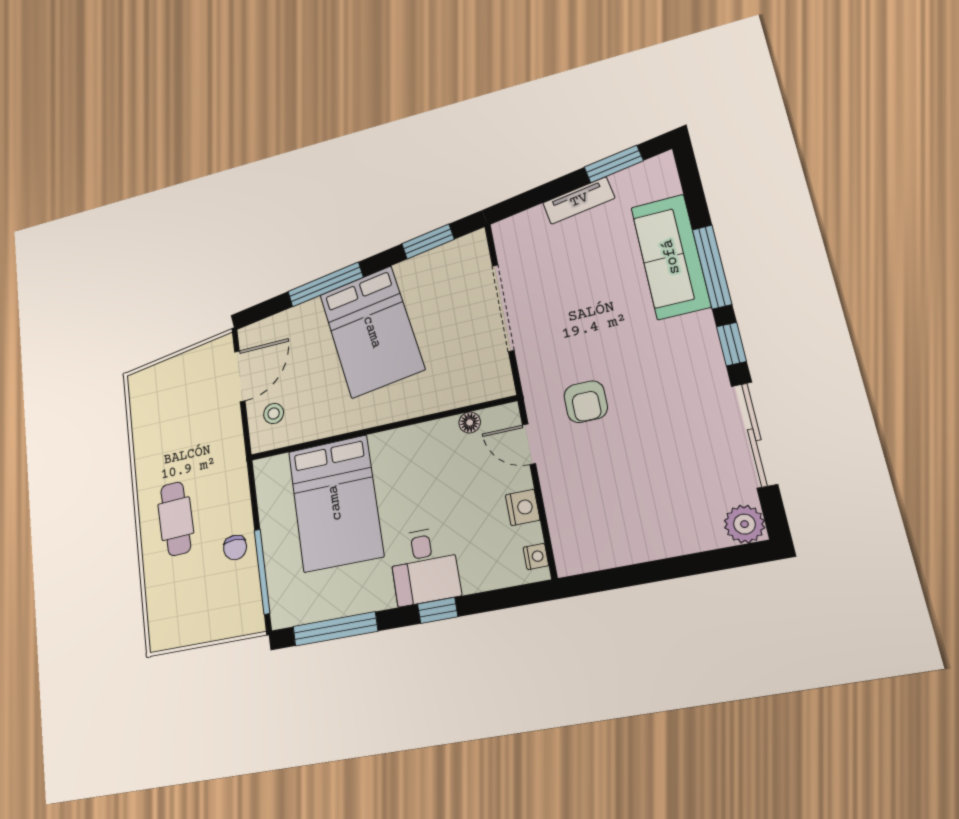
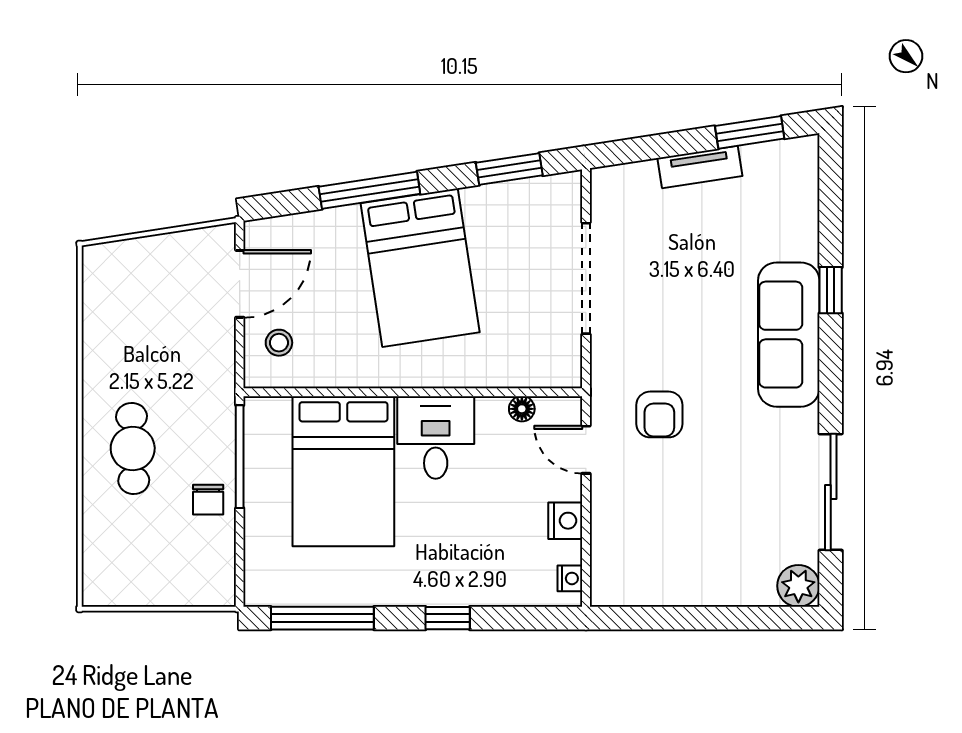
sofa: (671, 257) -> (789, 335), moved
window: (712, 267) -> (831, 290), width x0.46
window: (731, 344) -> (831, 385), removed
desk: (424, 566) -> (436, 437), moved, turned 180
window: (262, 572) -> (240, 457), moved

